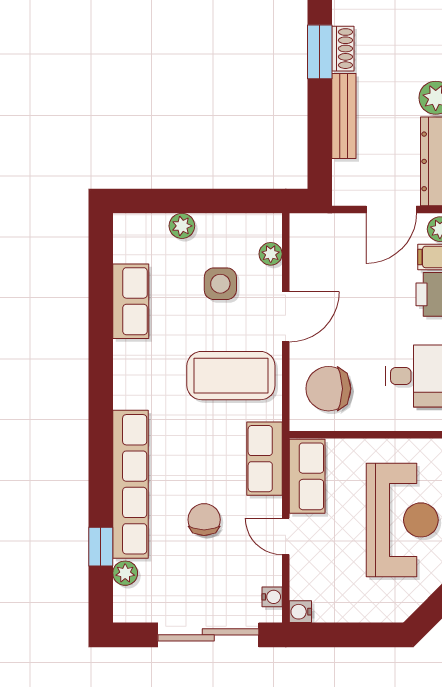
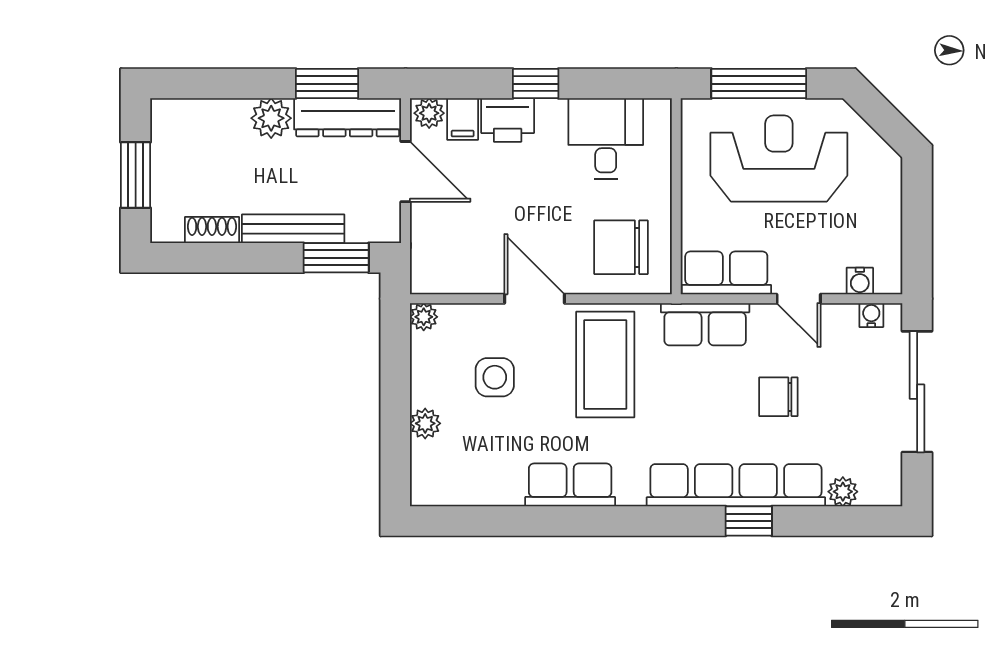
window: (320, 52) -> (336, 258), moved
plant: (271, 254) -> (424, 317), moved
row of seats: (131, 301) -> (570, 485), moved
chair: (328, 389) -> (621, 247), turned 90
door: (286, 536) -> (799, 299), hinge flipped
window: (101, 547) -> (749, 521), moved
water cooler: (300, 612) -> (860, 281), moved

